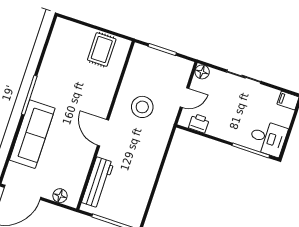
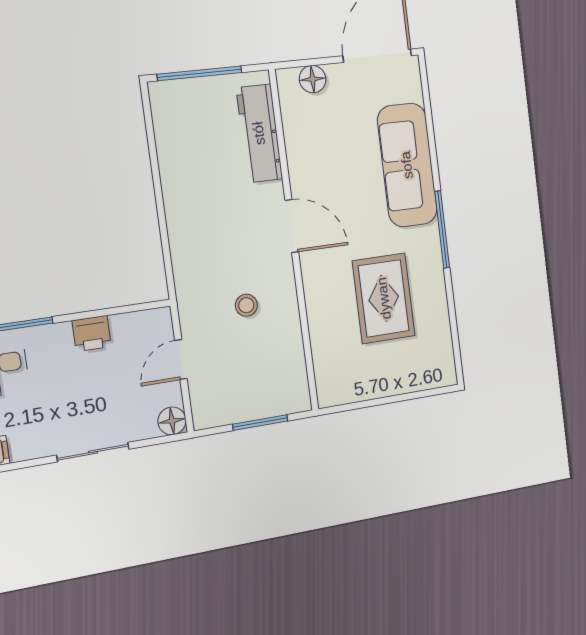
rug: (102, 50) -> (384, 298), moved, width x1.36, depth x1.43
stool: (142, 107) -> (246, 305), width x0.53, depth x0.53
printer: (199, 123) -> (92, 334), moved

